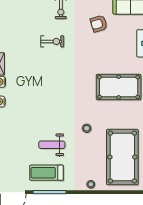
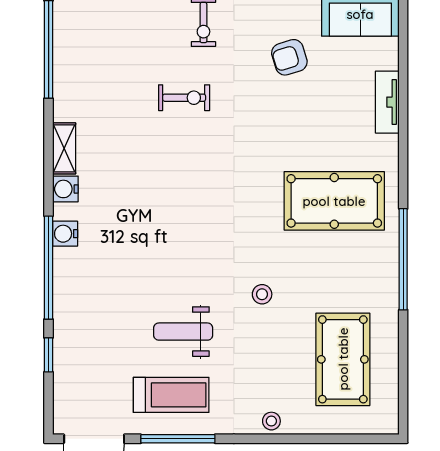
pool table: (122, 157) -> (343, 359), width x0.73, depth x0.76
treadmill: (47, 173) -> (171, 395), turned 180

